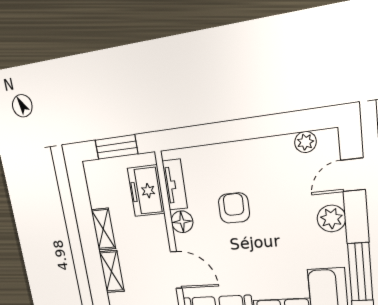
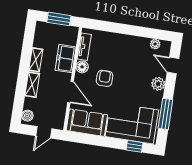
door: (353, 175) -> (173, 65), hinge flipped
freezer: (146, 191) -> (66, 59), moved
armchair: (234, 208) -> (105, 78), moved

